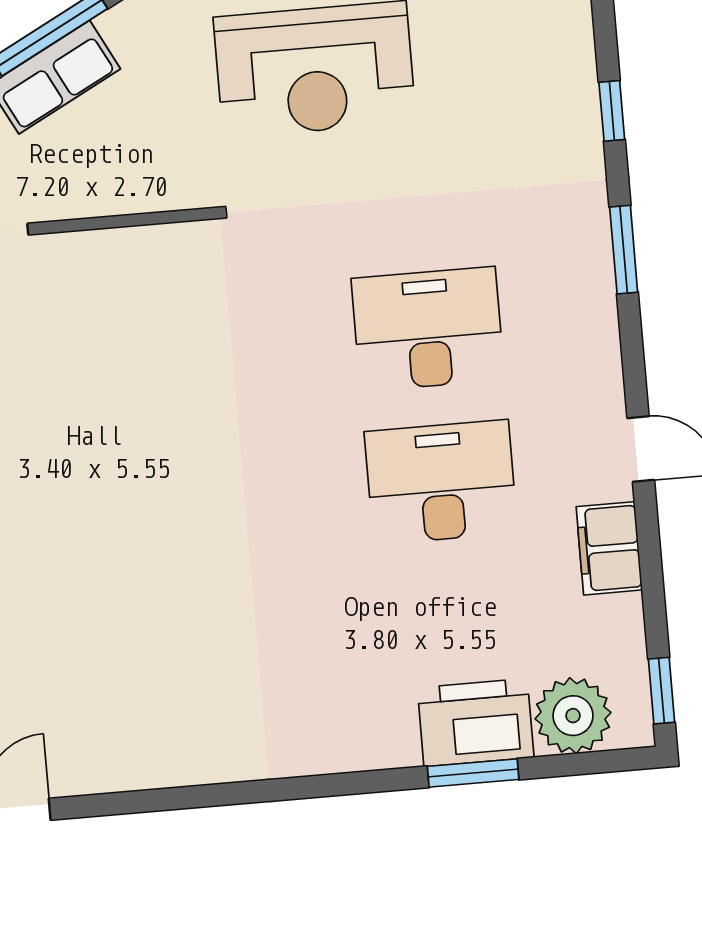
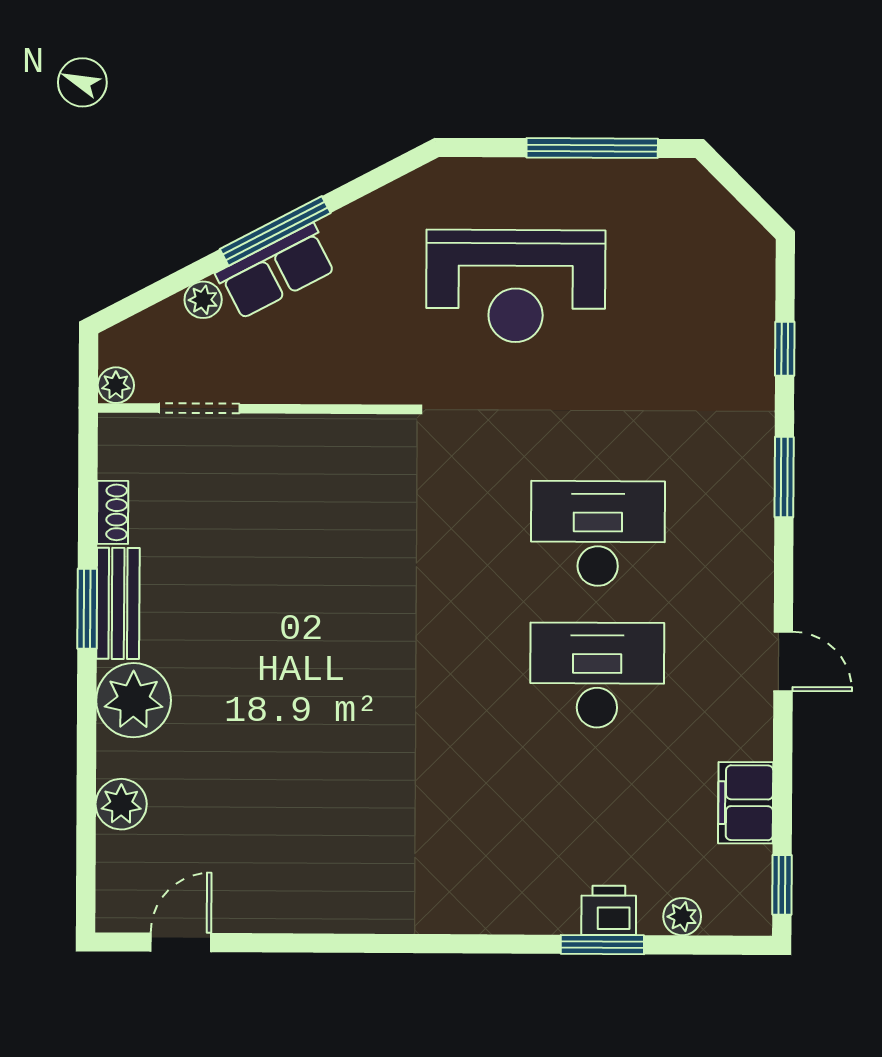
filing cabinet: (609, 548) -> (746, 803), moved
plant: (573, 716) -> (682, 917), width x0.53, depth x0.53
printer: (476, 723) -> (609, 910), width x0.53, depth x0.68

